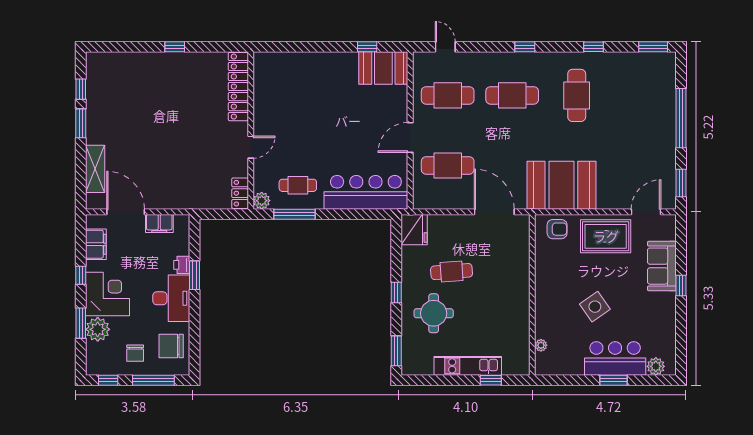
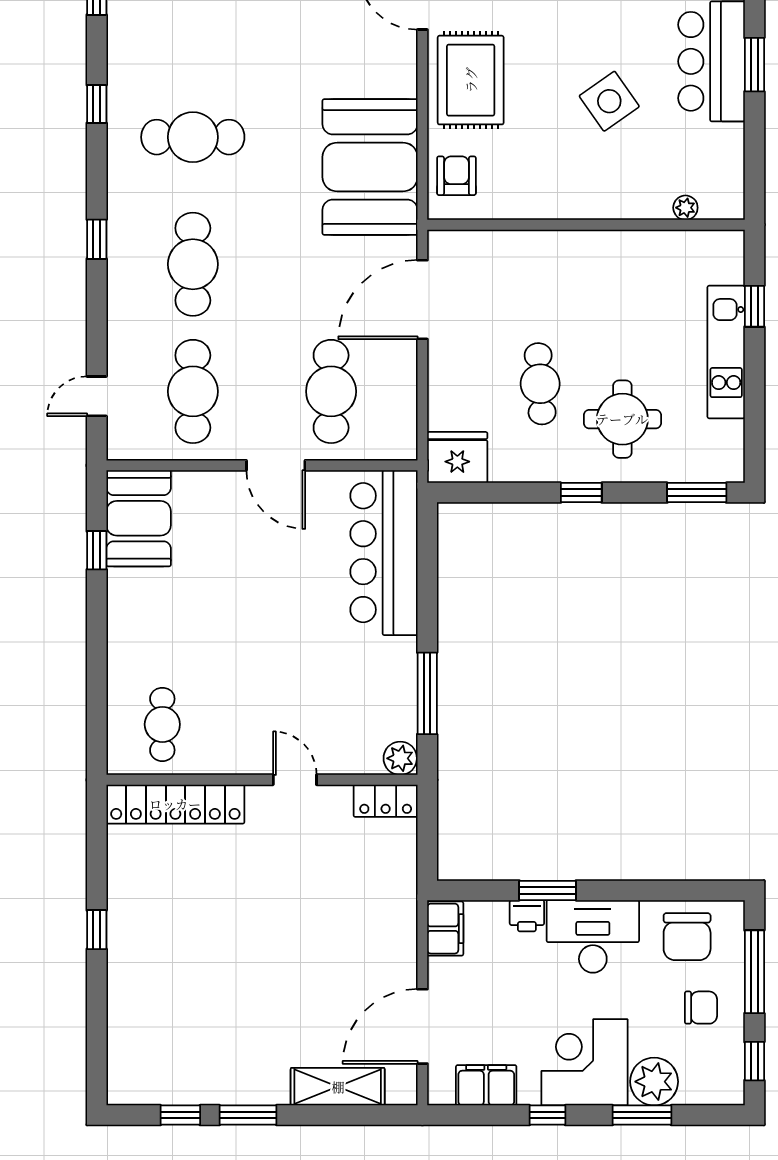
cafe table: (298, 185) -> (162, 724), moved
filing cabinet: (159, 223) -> (445, 929), moved

